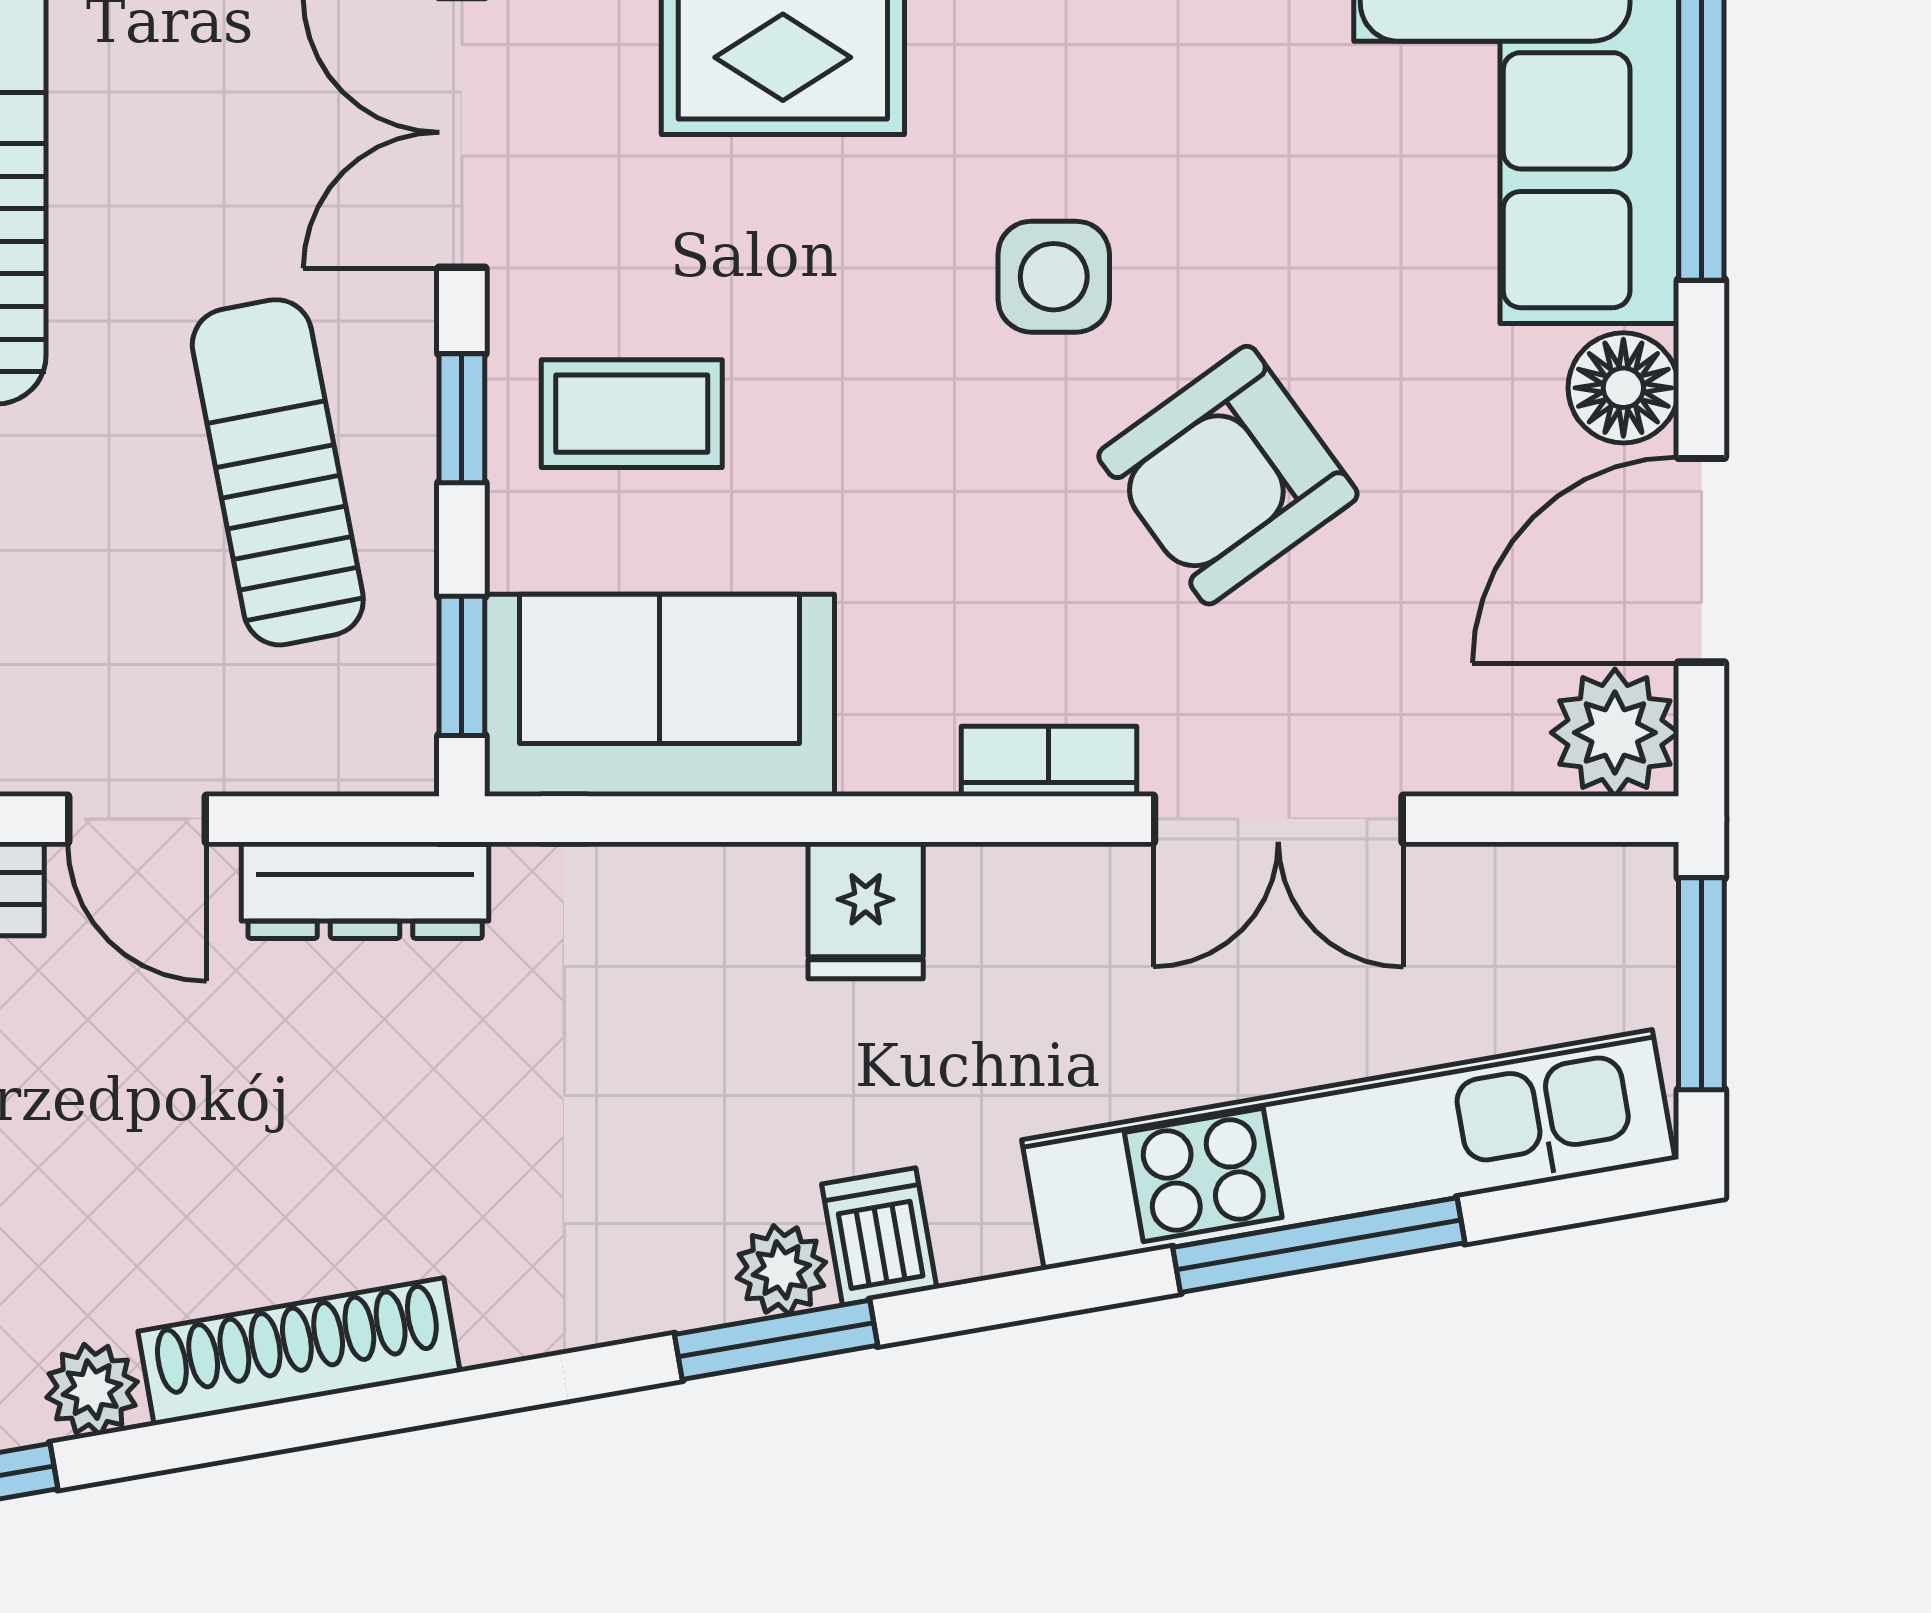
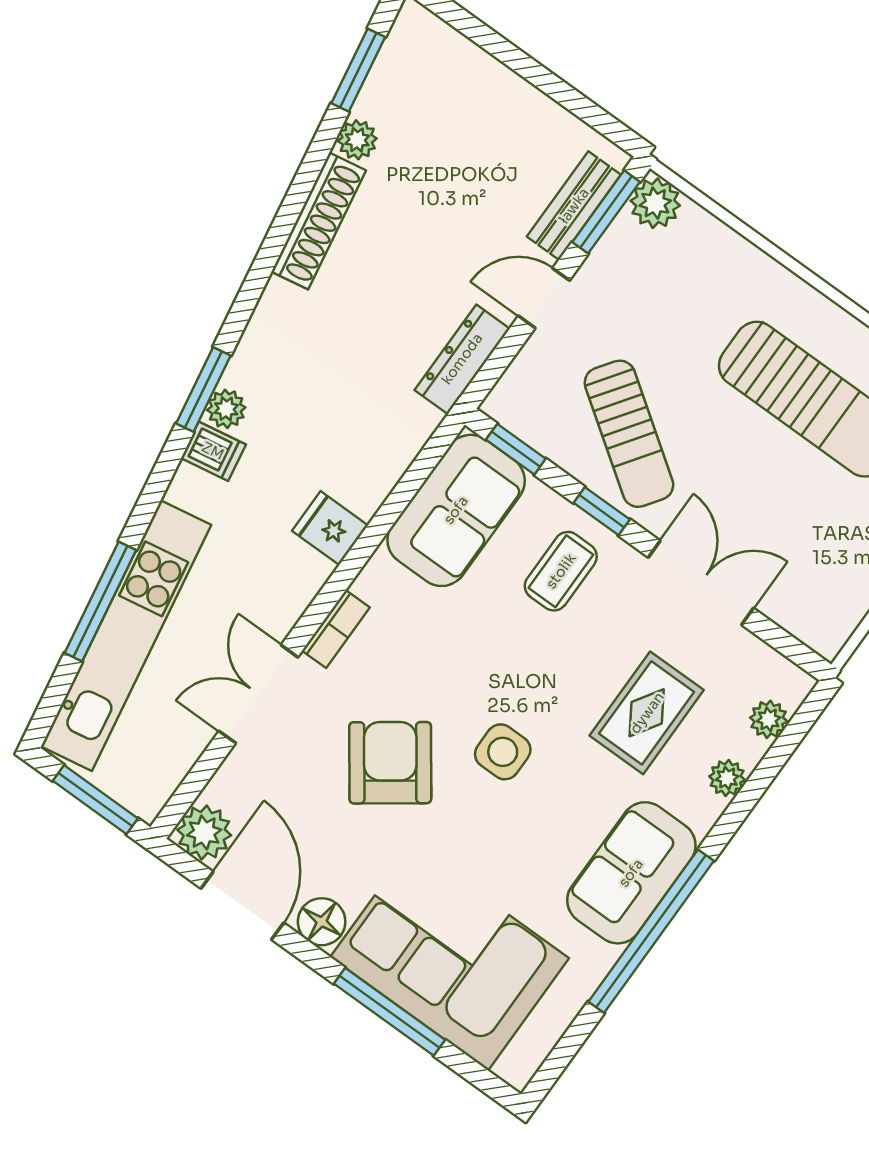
sun lounger: (278, 472) -> (629, 434), turned 46

